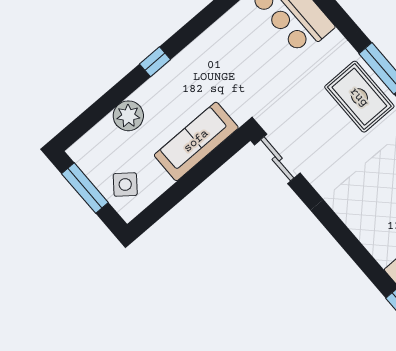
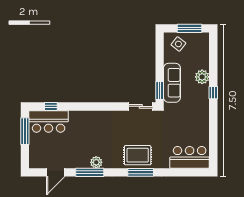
plant: (128, 116) -> (202, 77), moved
window: (226, 151) -> (160, 91), added

